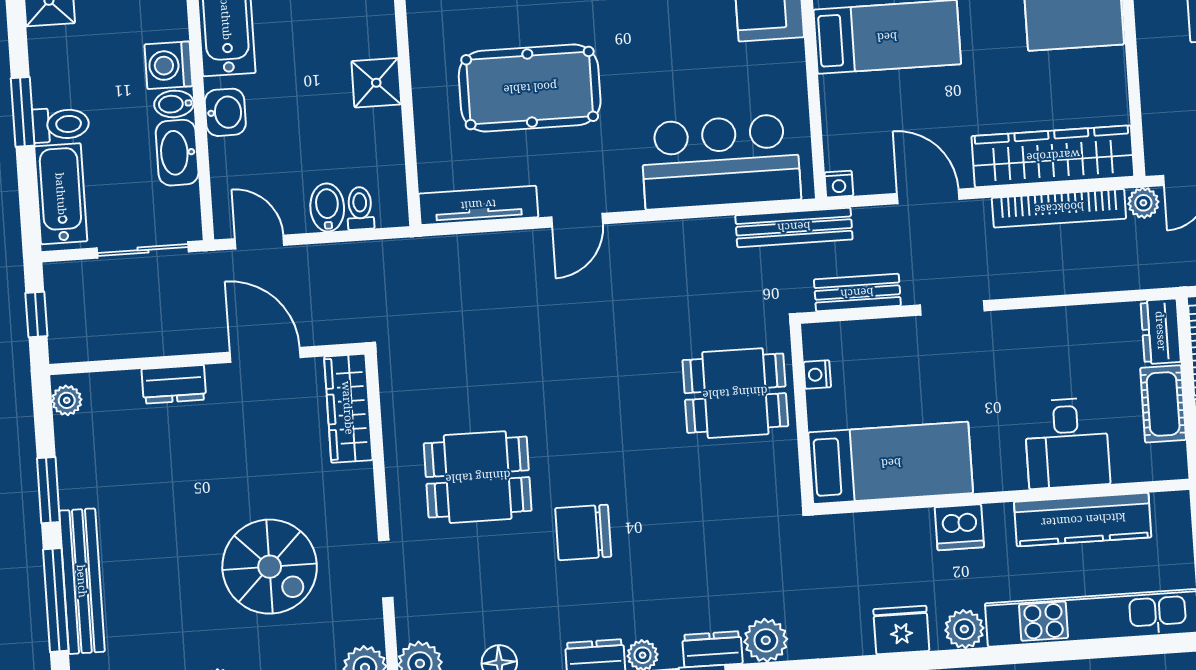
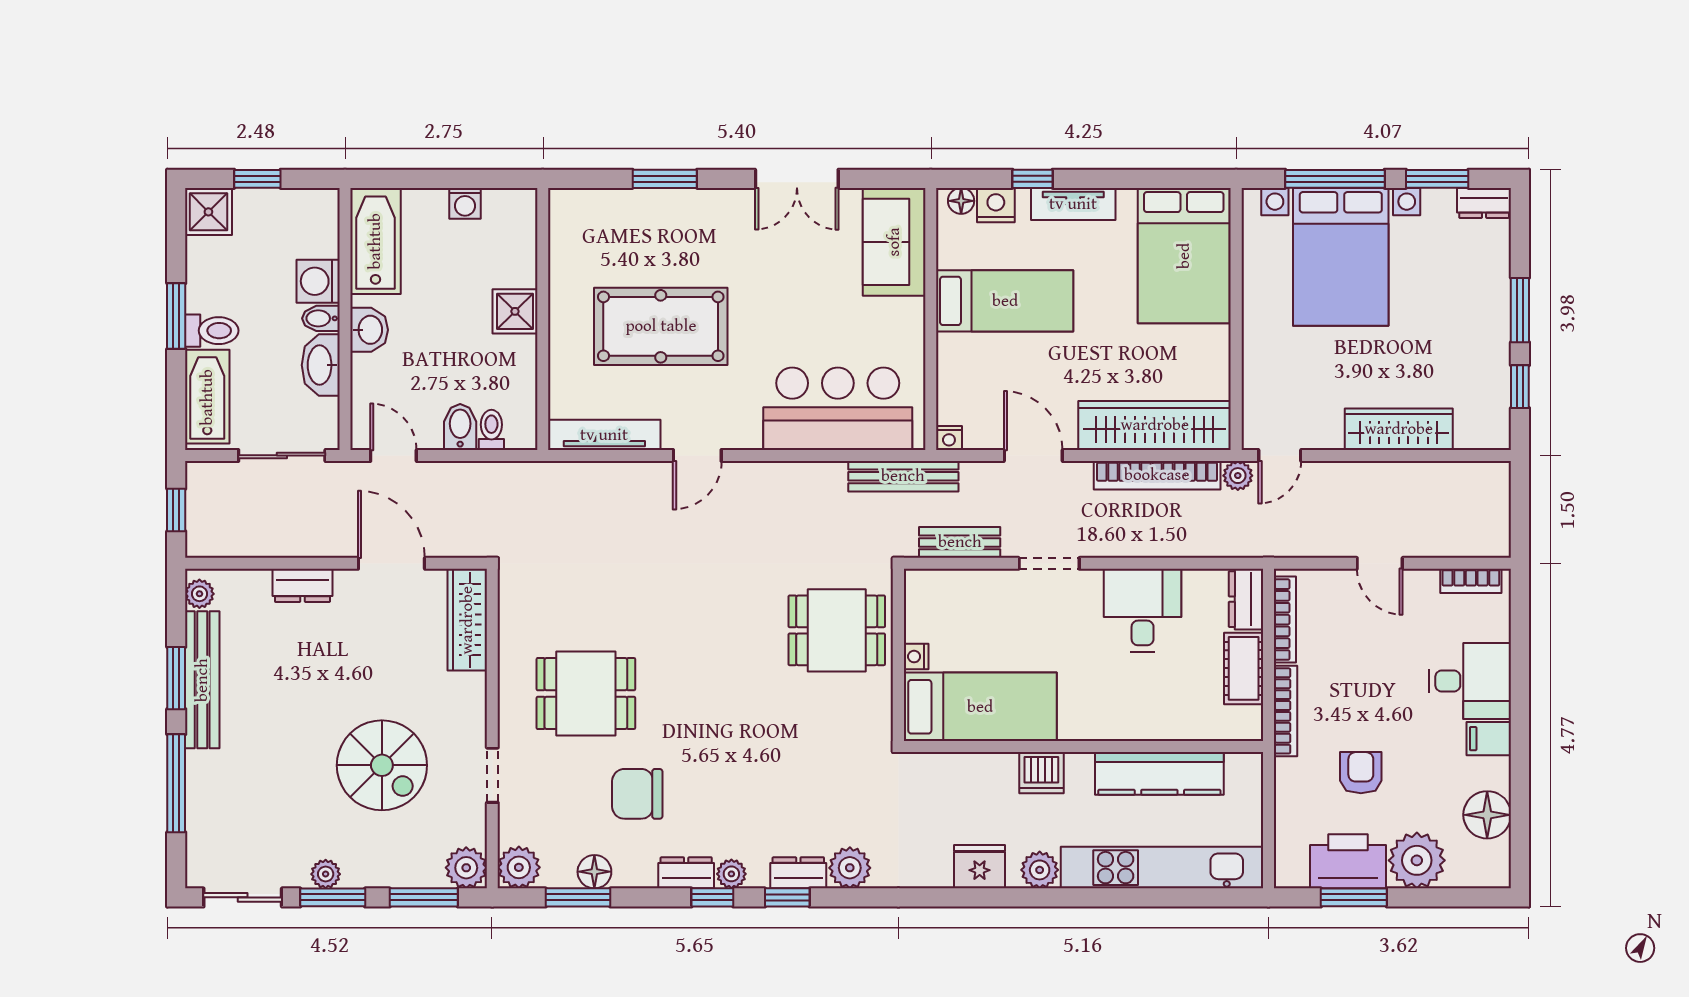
nightstand: (817, 375) -> (916, 657), moved
desk: (1067, 443) -> (1143, 610), moved, turned 180
chair: (583, 532) -> (637, 794), moved
bench: (82, 581) -> (202, 680), moved

